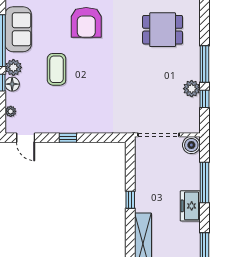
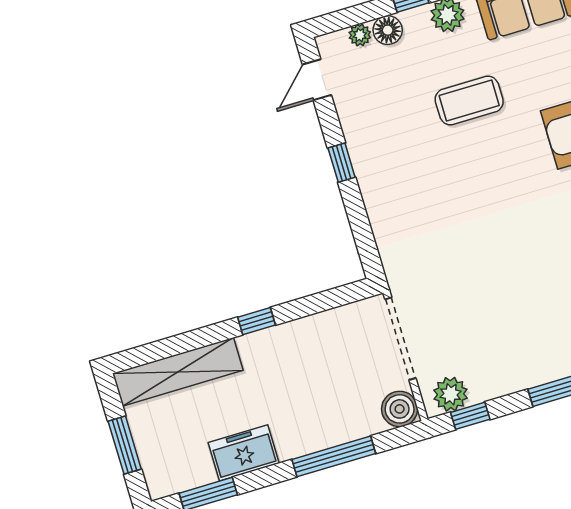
floor lamp: (12, 84) -> (388, 30), moved
plant: (192, 89) -> (451, 394), moved
window: (204, 99) -> (470, 416), moved
freezer: (190, 206) -> (244, 453), moved

